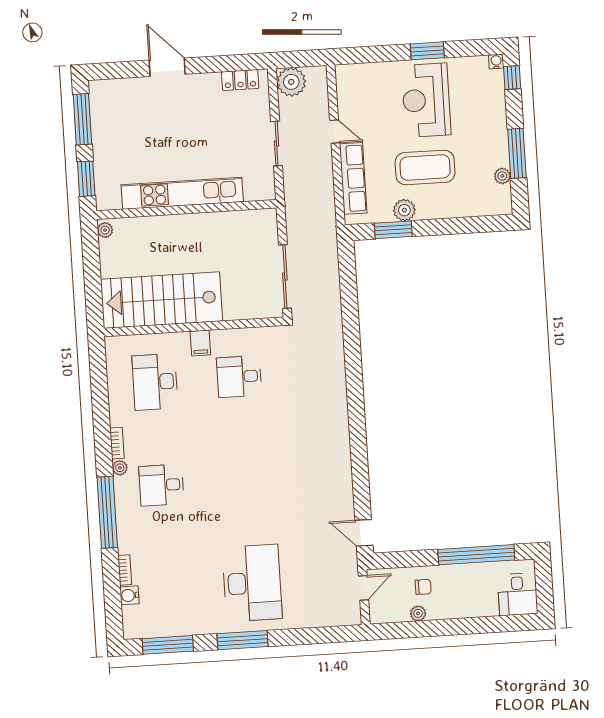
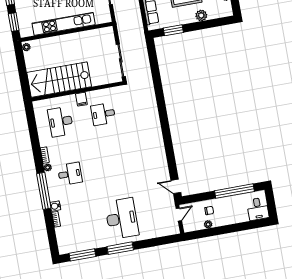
plant: (404, 210) -> (201, 15), moved
desk: (162, 485) -> (70, 174), turned 180
water cooler: (129, 595) -> (55, 206), moved

